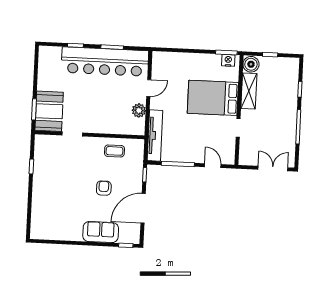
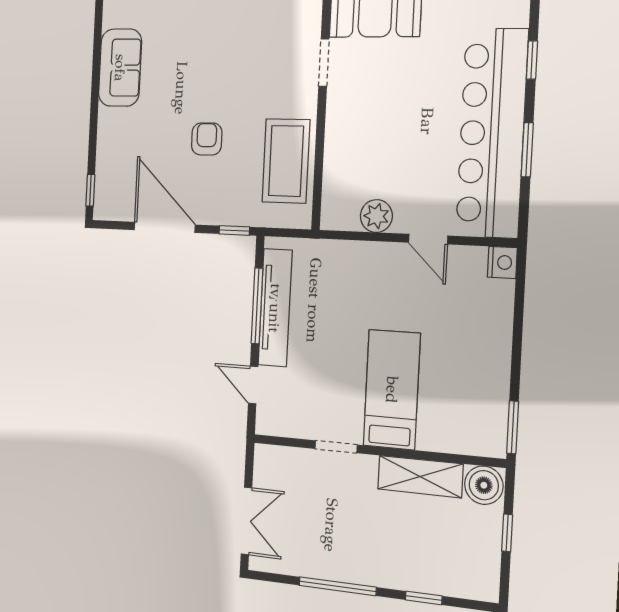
nightstand: (228, 60) -> (502, 262), moved
bed: (213, 98) -> (392, 390), width x0.67
tv unit: (155, 135) -> (275, 308), moved, turned -90
coffee table: (114, 151) -> (286, 161), width x1.86, depth x1.72
door: (213, 166) -> (253, 385), swing flipped
armchair: (104, 188) -> (207, 139), turned -90
sofa: (101, 232) -> (120, 68), moved

